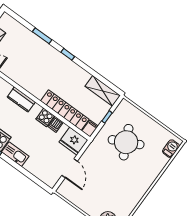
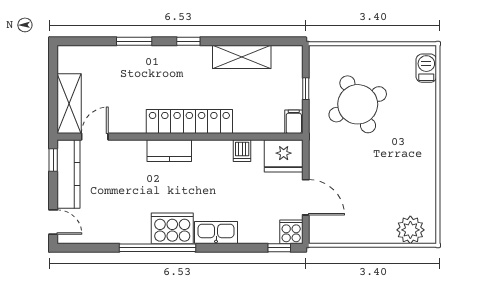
shelving: (103, 91) -> (242, 57), moved
locker: (65, 110) -> (189, 122), moved
cooker: (45, 117) -> (291, 232), moved, turned 180
window: (40, 183) -> (279, 248), added

